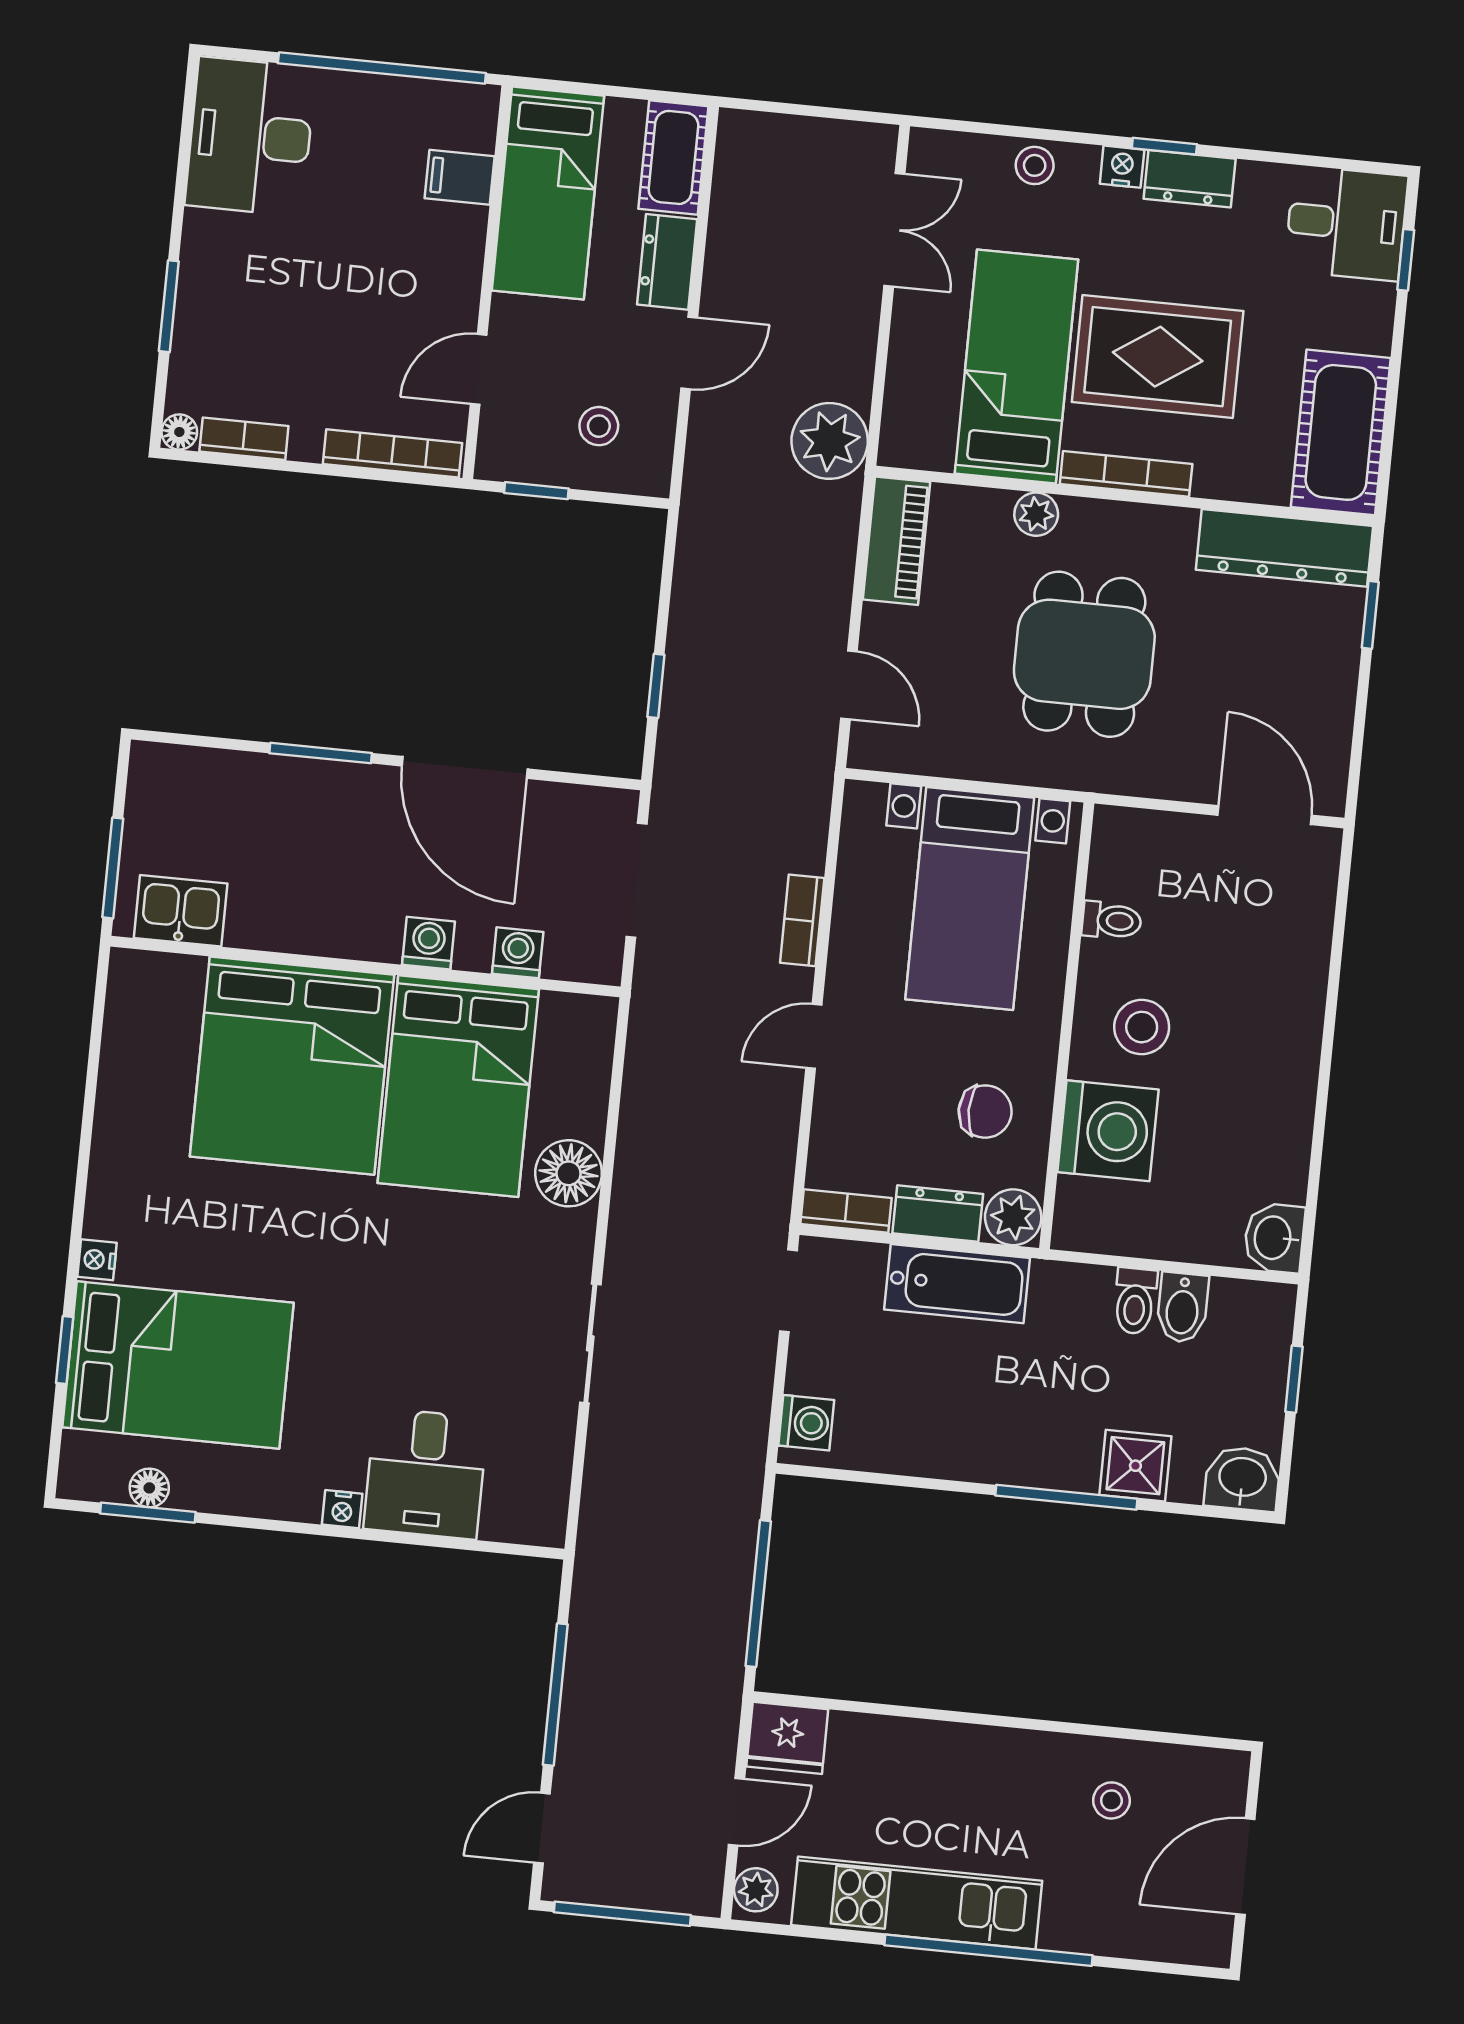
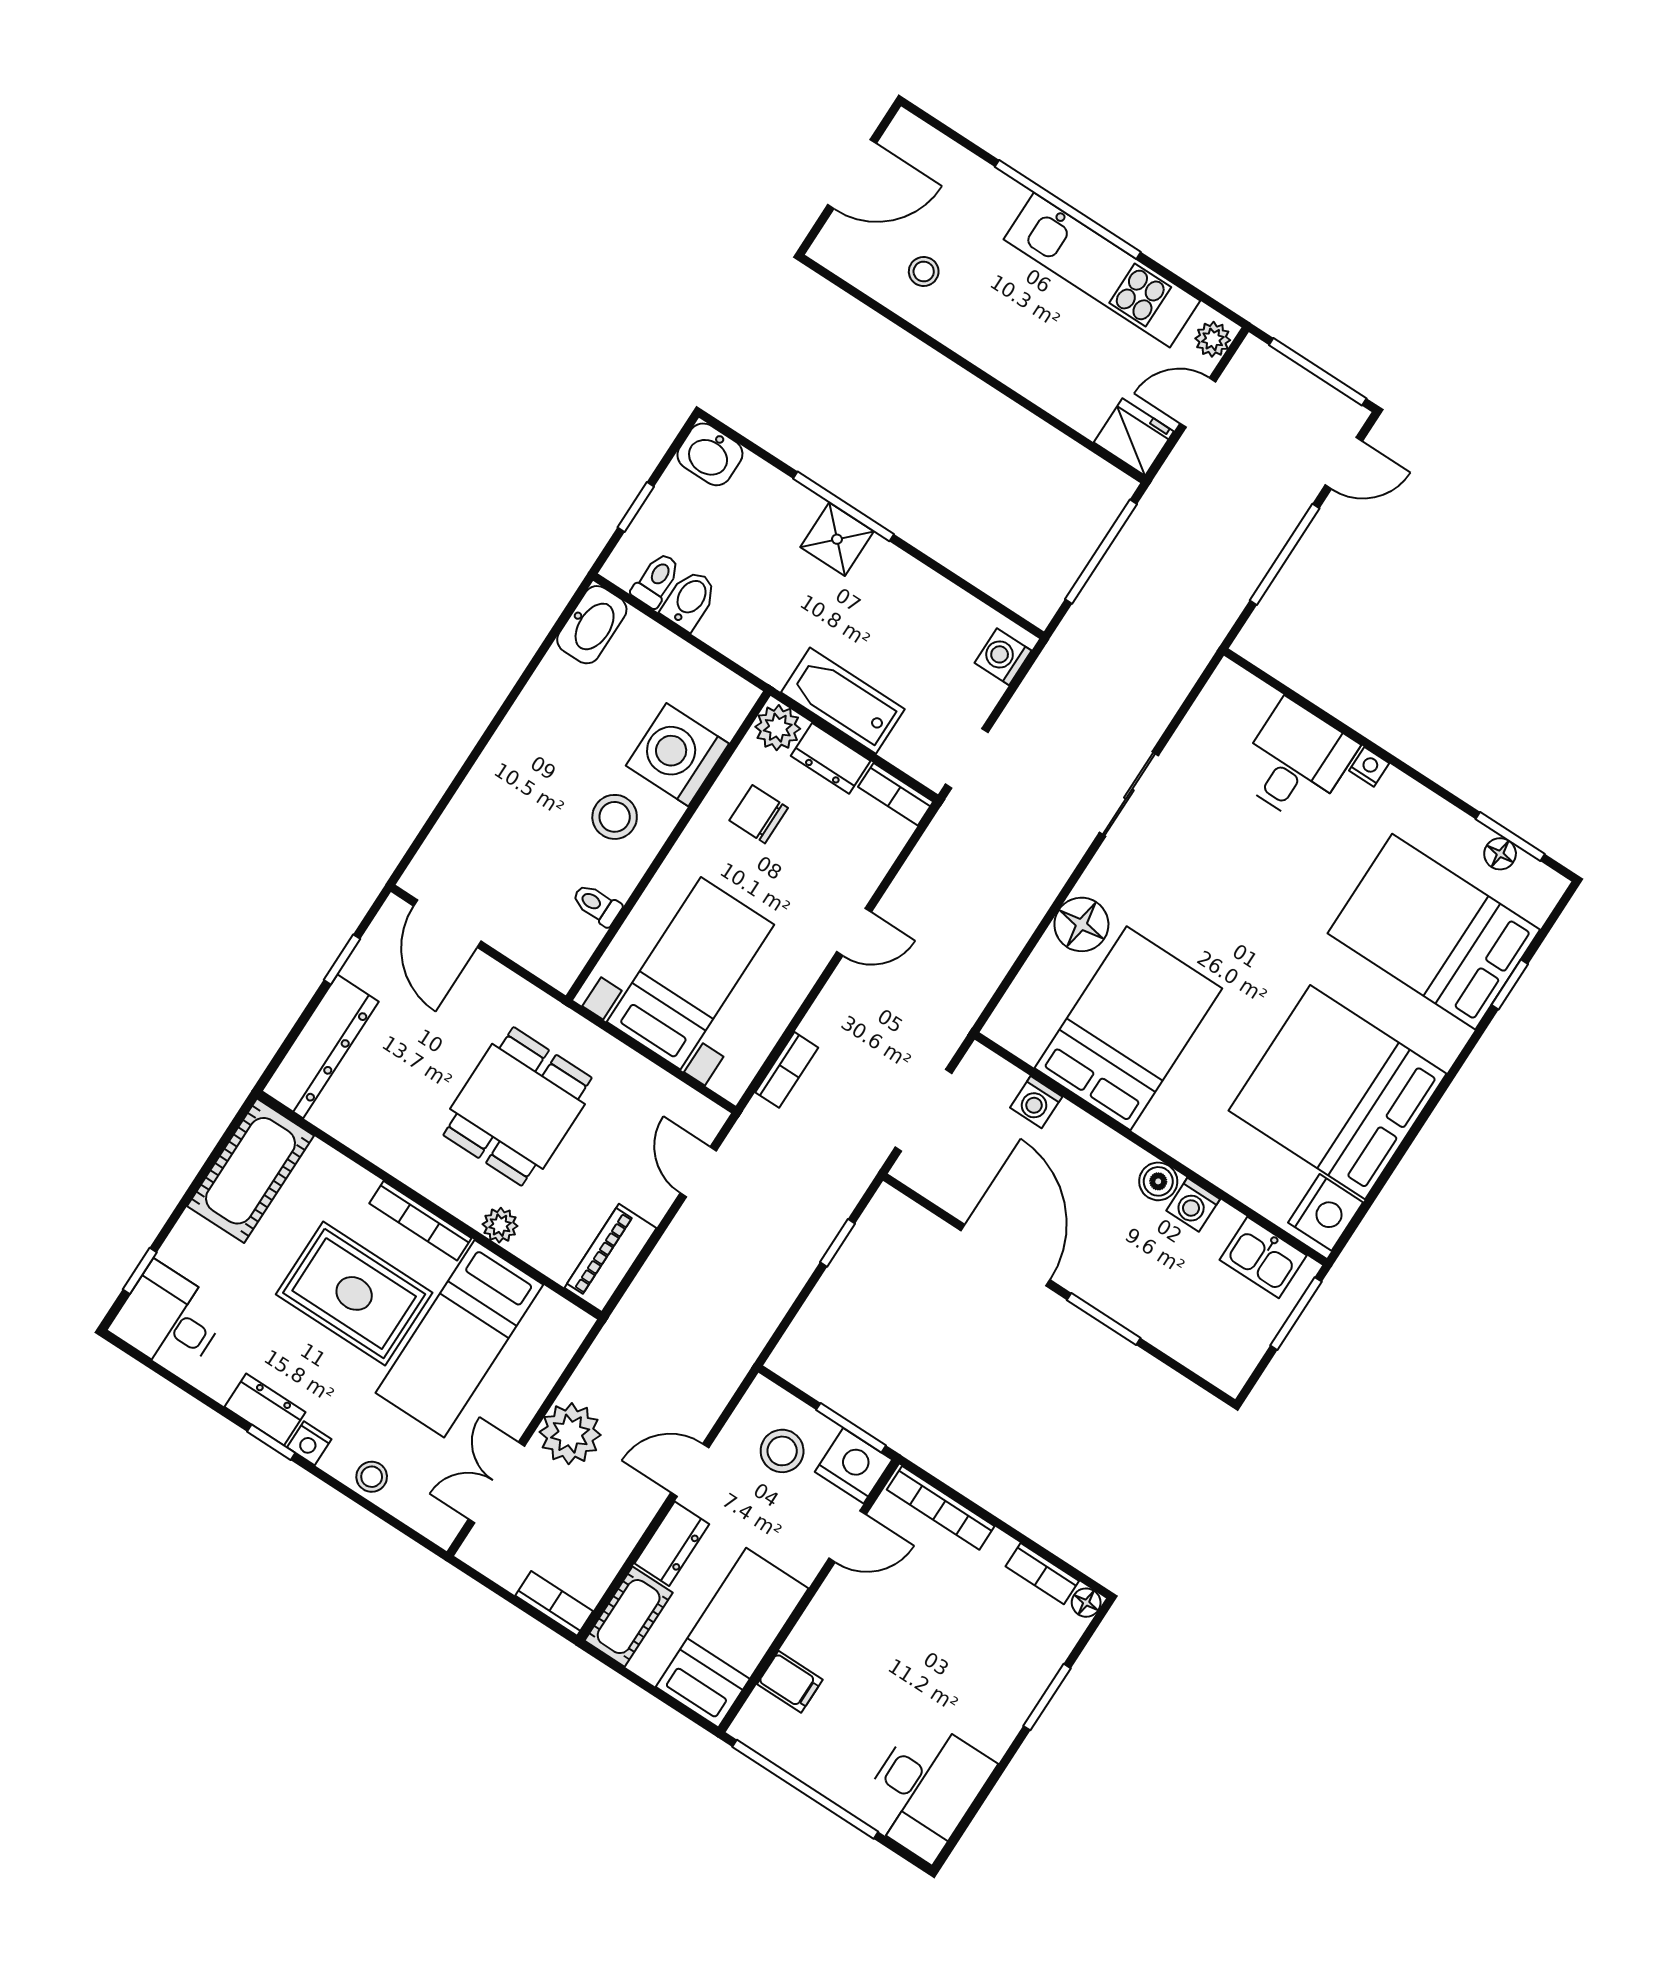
bookcase: (763, 130) -> (554, 1603), added
stool: (599, 426) -> (782, 1451), width x1.37, depth x1.37
plant: (830, 441) -> (570, 1434), moved
nightstand: (512, 450) -> (853, 1466), added
window: (536, 491) -> (851, 1428), width x1.50
dresser: (1284, 548) -> (320, 1046), moved, turned 90
window: (1370, 615) -> (342, 959), moved
bookcase: (802, 920) -> (787, 1070), moved
boiler: (339, 935) -> (1158, 1181), added
washing machine: (429, 943) -> (1193, 1205), moved
bed: (292, 1066) -> (1338, 1092), moved, turned -90
washbasin: (1274, 1238) -> (592, 625), width x1.38
nightstand: (97, 1260) -> (1326, 1212), moved, width x1.89, depth x1.79
toilet: (1135, 1301) -> (656, 580), moved
shower: (1135, 1466) -> (837, 539), moved

